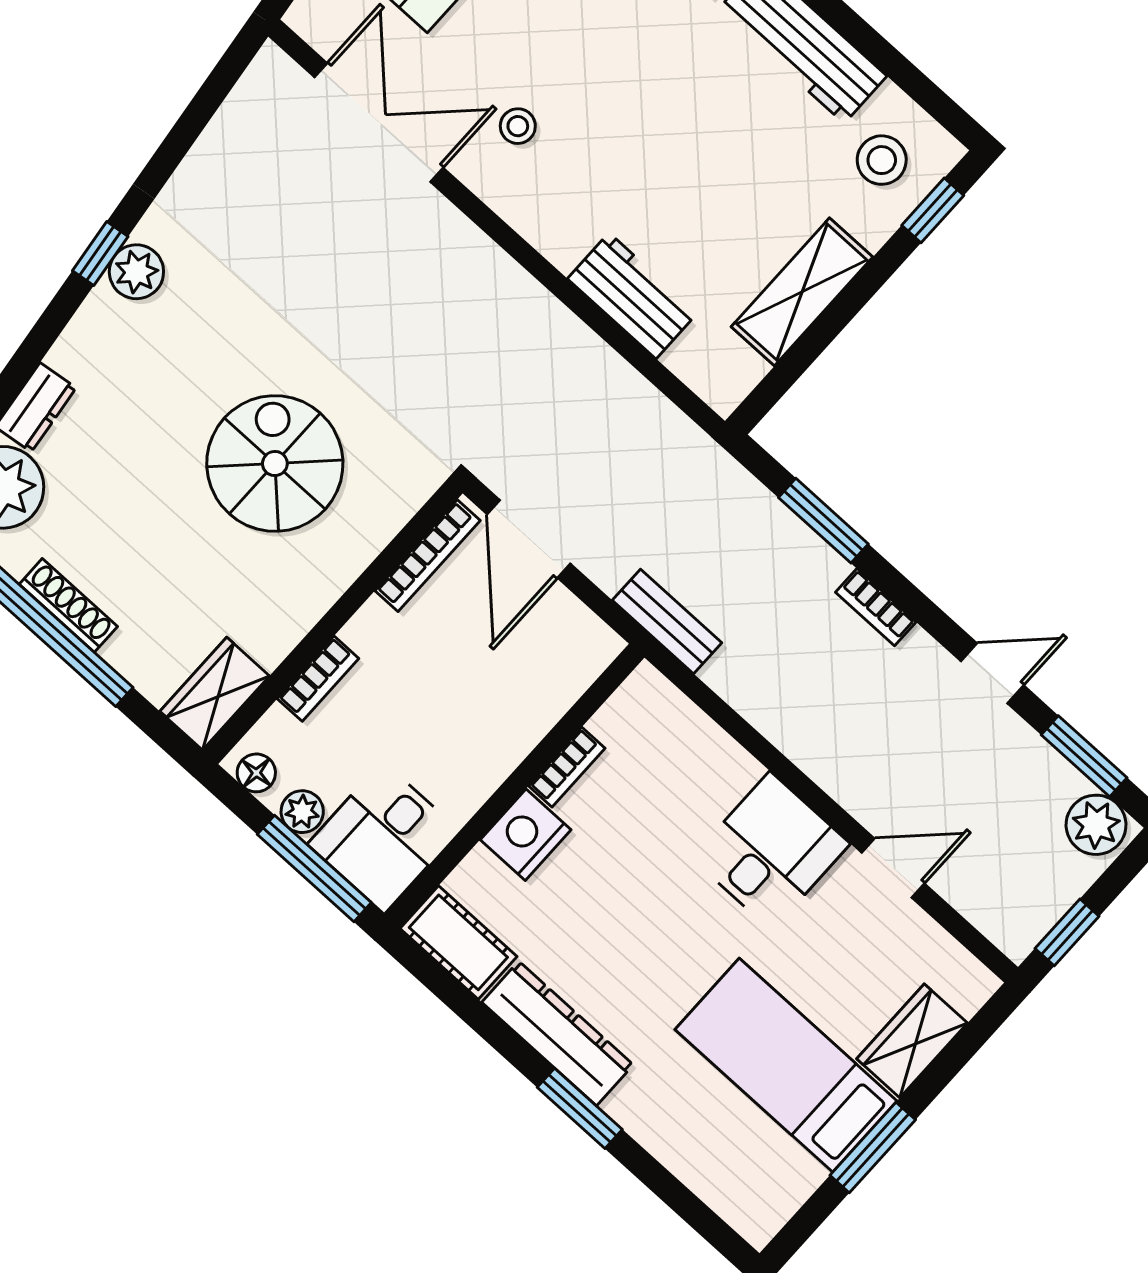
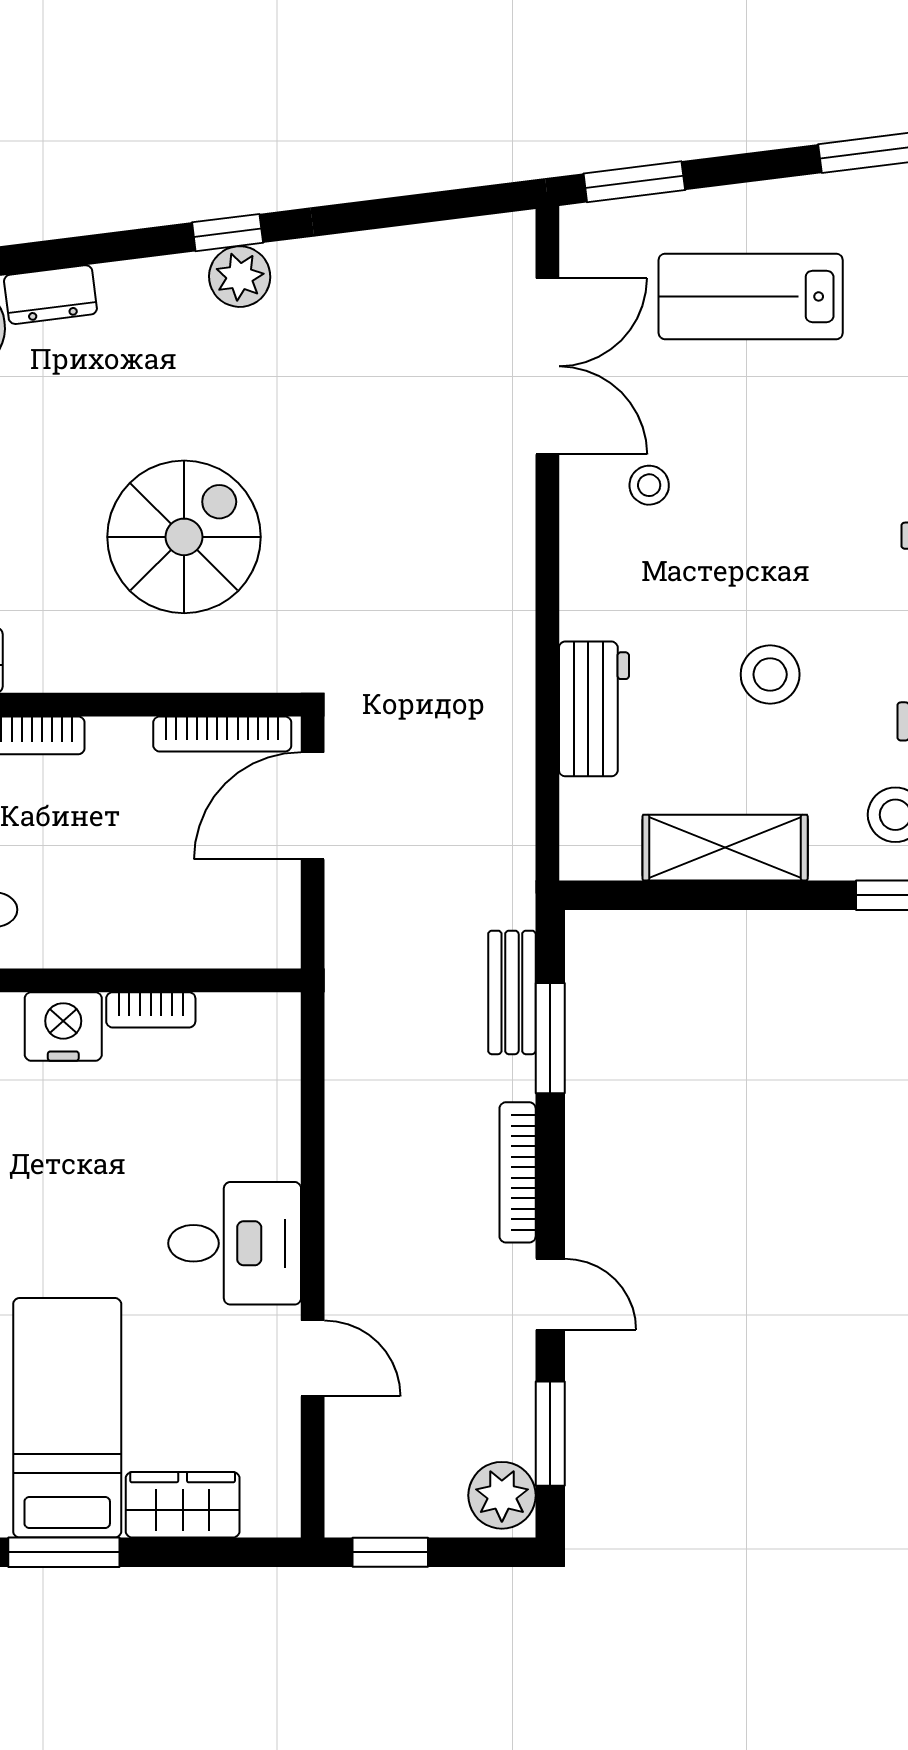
stool: (715, 159) -> (770, 674), added
bookcase: (876, 607) -> (518, 1172), width x1.56
bench: (667, 622) -> (512, 992), moved

